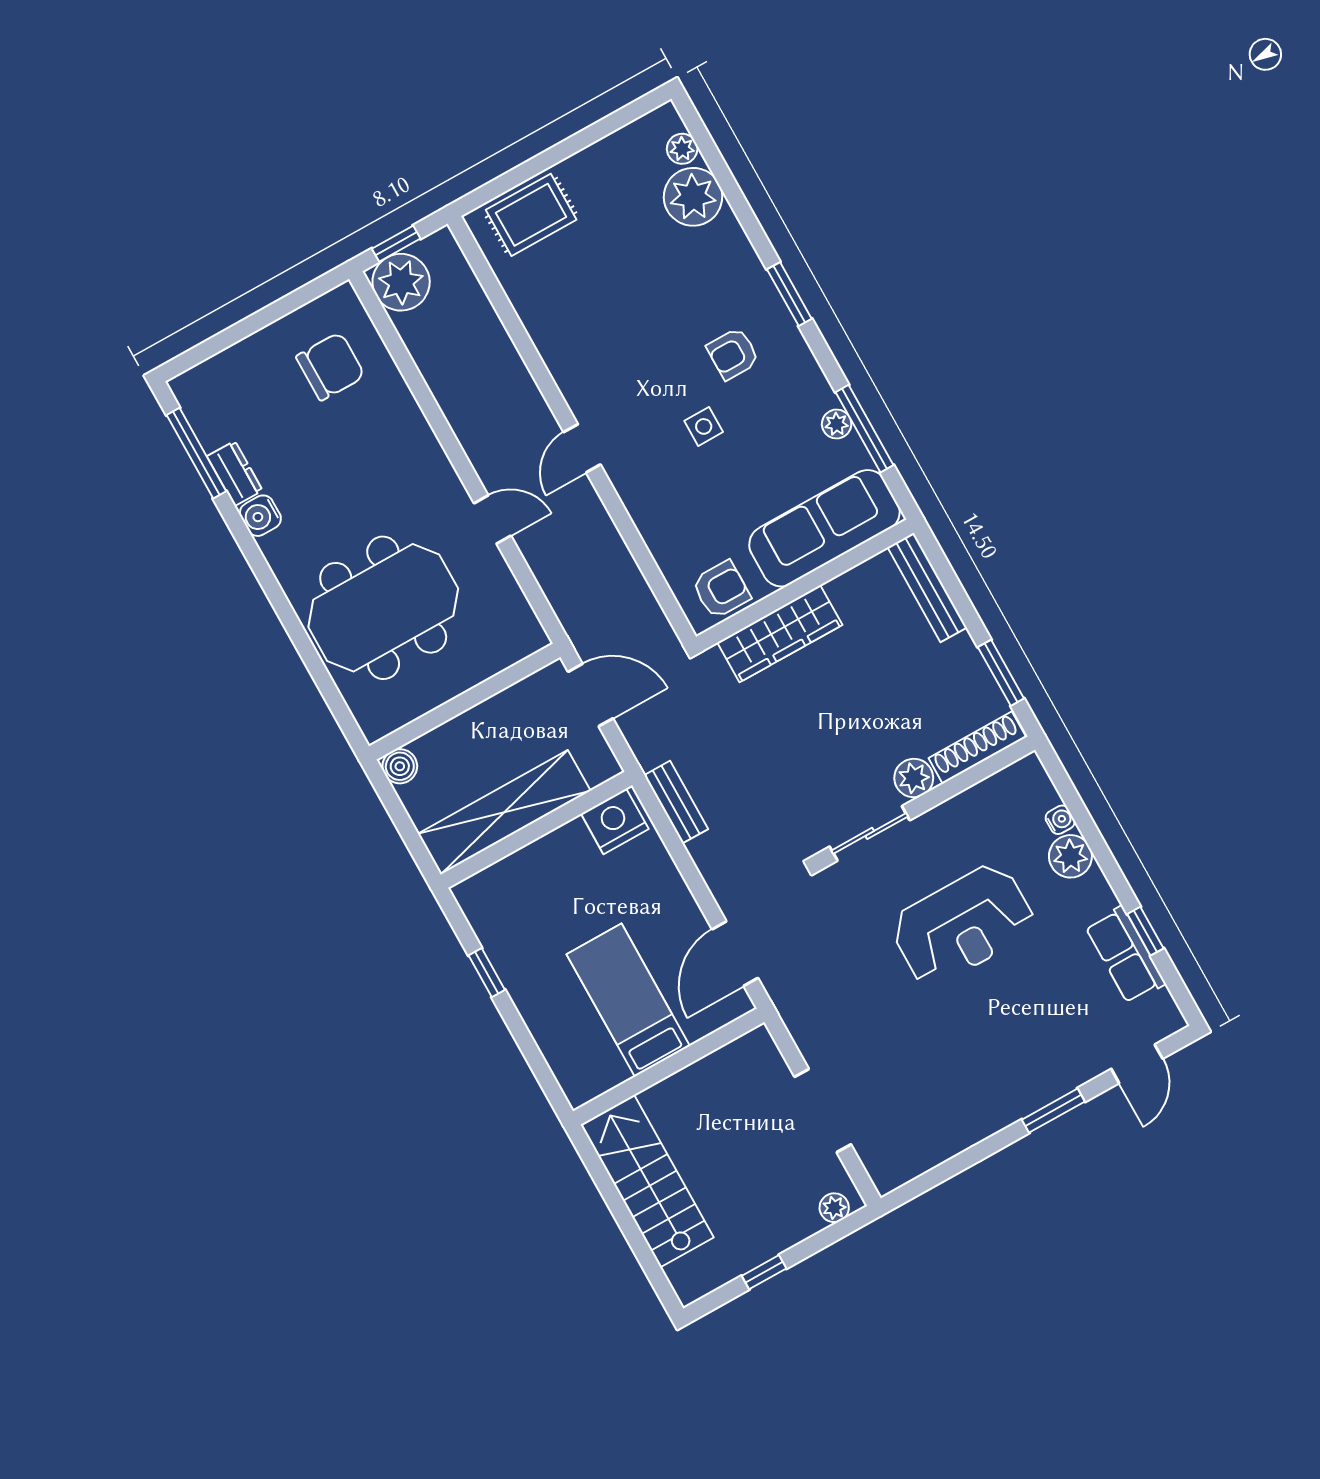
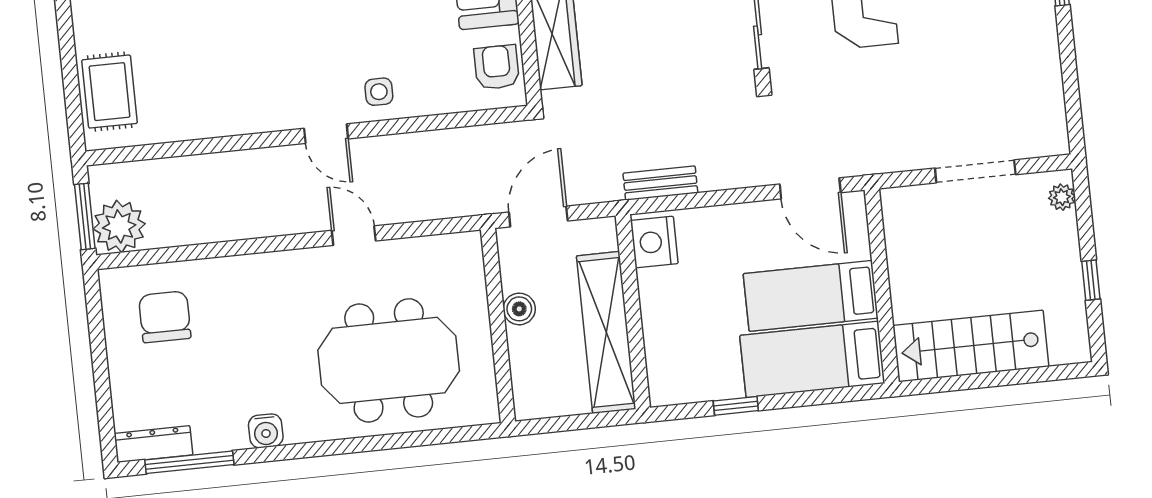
window: (396, 244) -> (85, 216), width x1.50
side table: (704, 426) -> (379, 92), moved
dresser: (235, 473) -> (153, 444), moved, width x1.44
door: (492, 520) -> (354, 236), hinge flipped
meeting table: (383, 608) -> (389, 360), turned 90
boiler: (400, 766) -> (519, 309), moved
bed: (566, 1029) -> (812, 359), added

